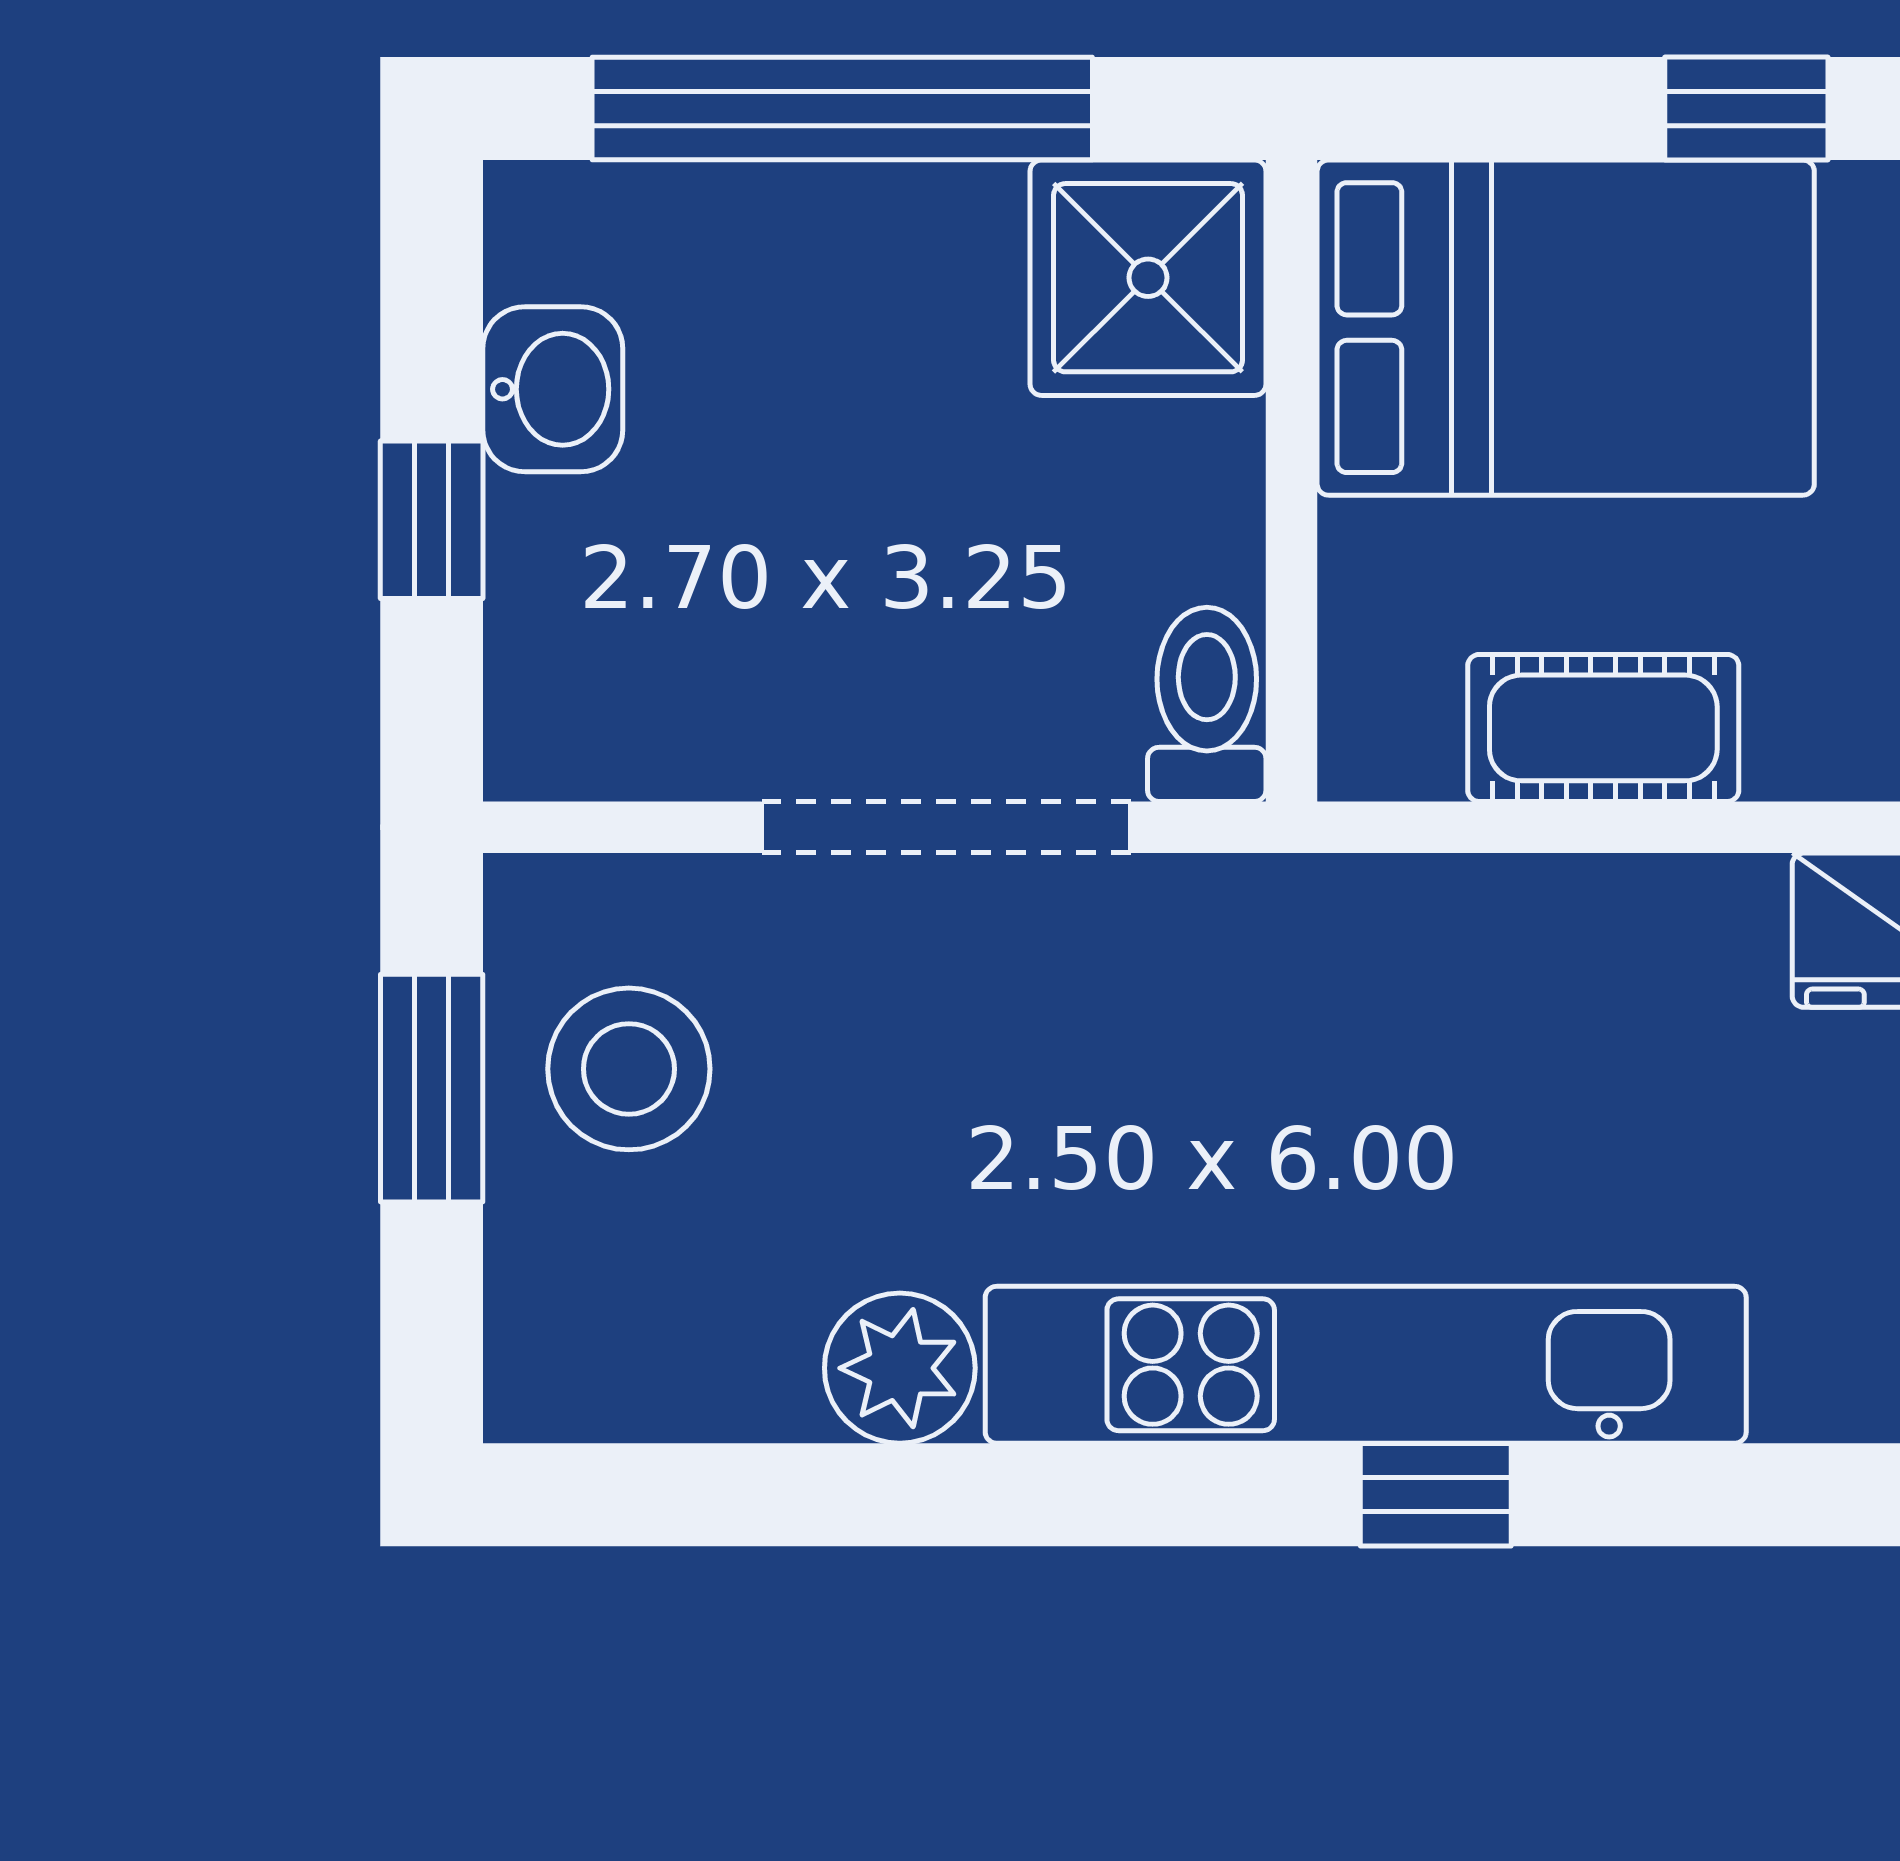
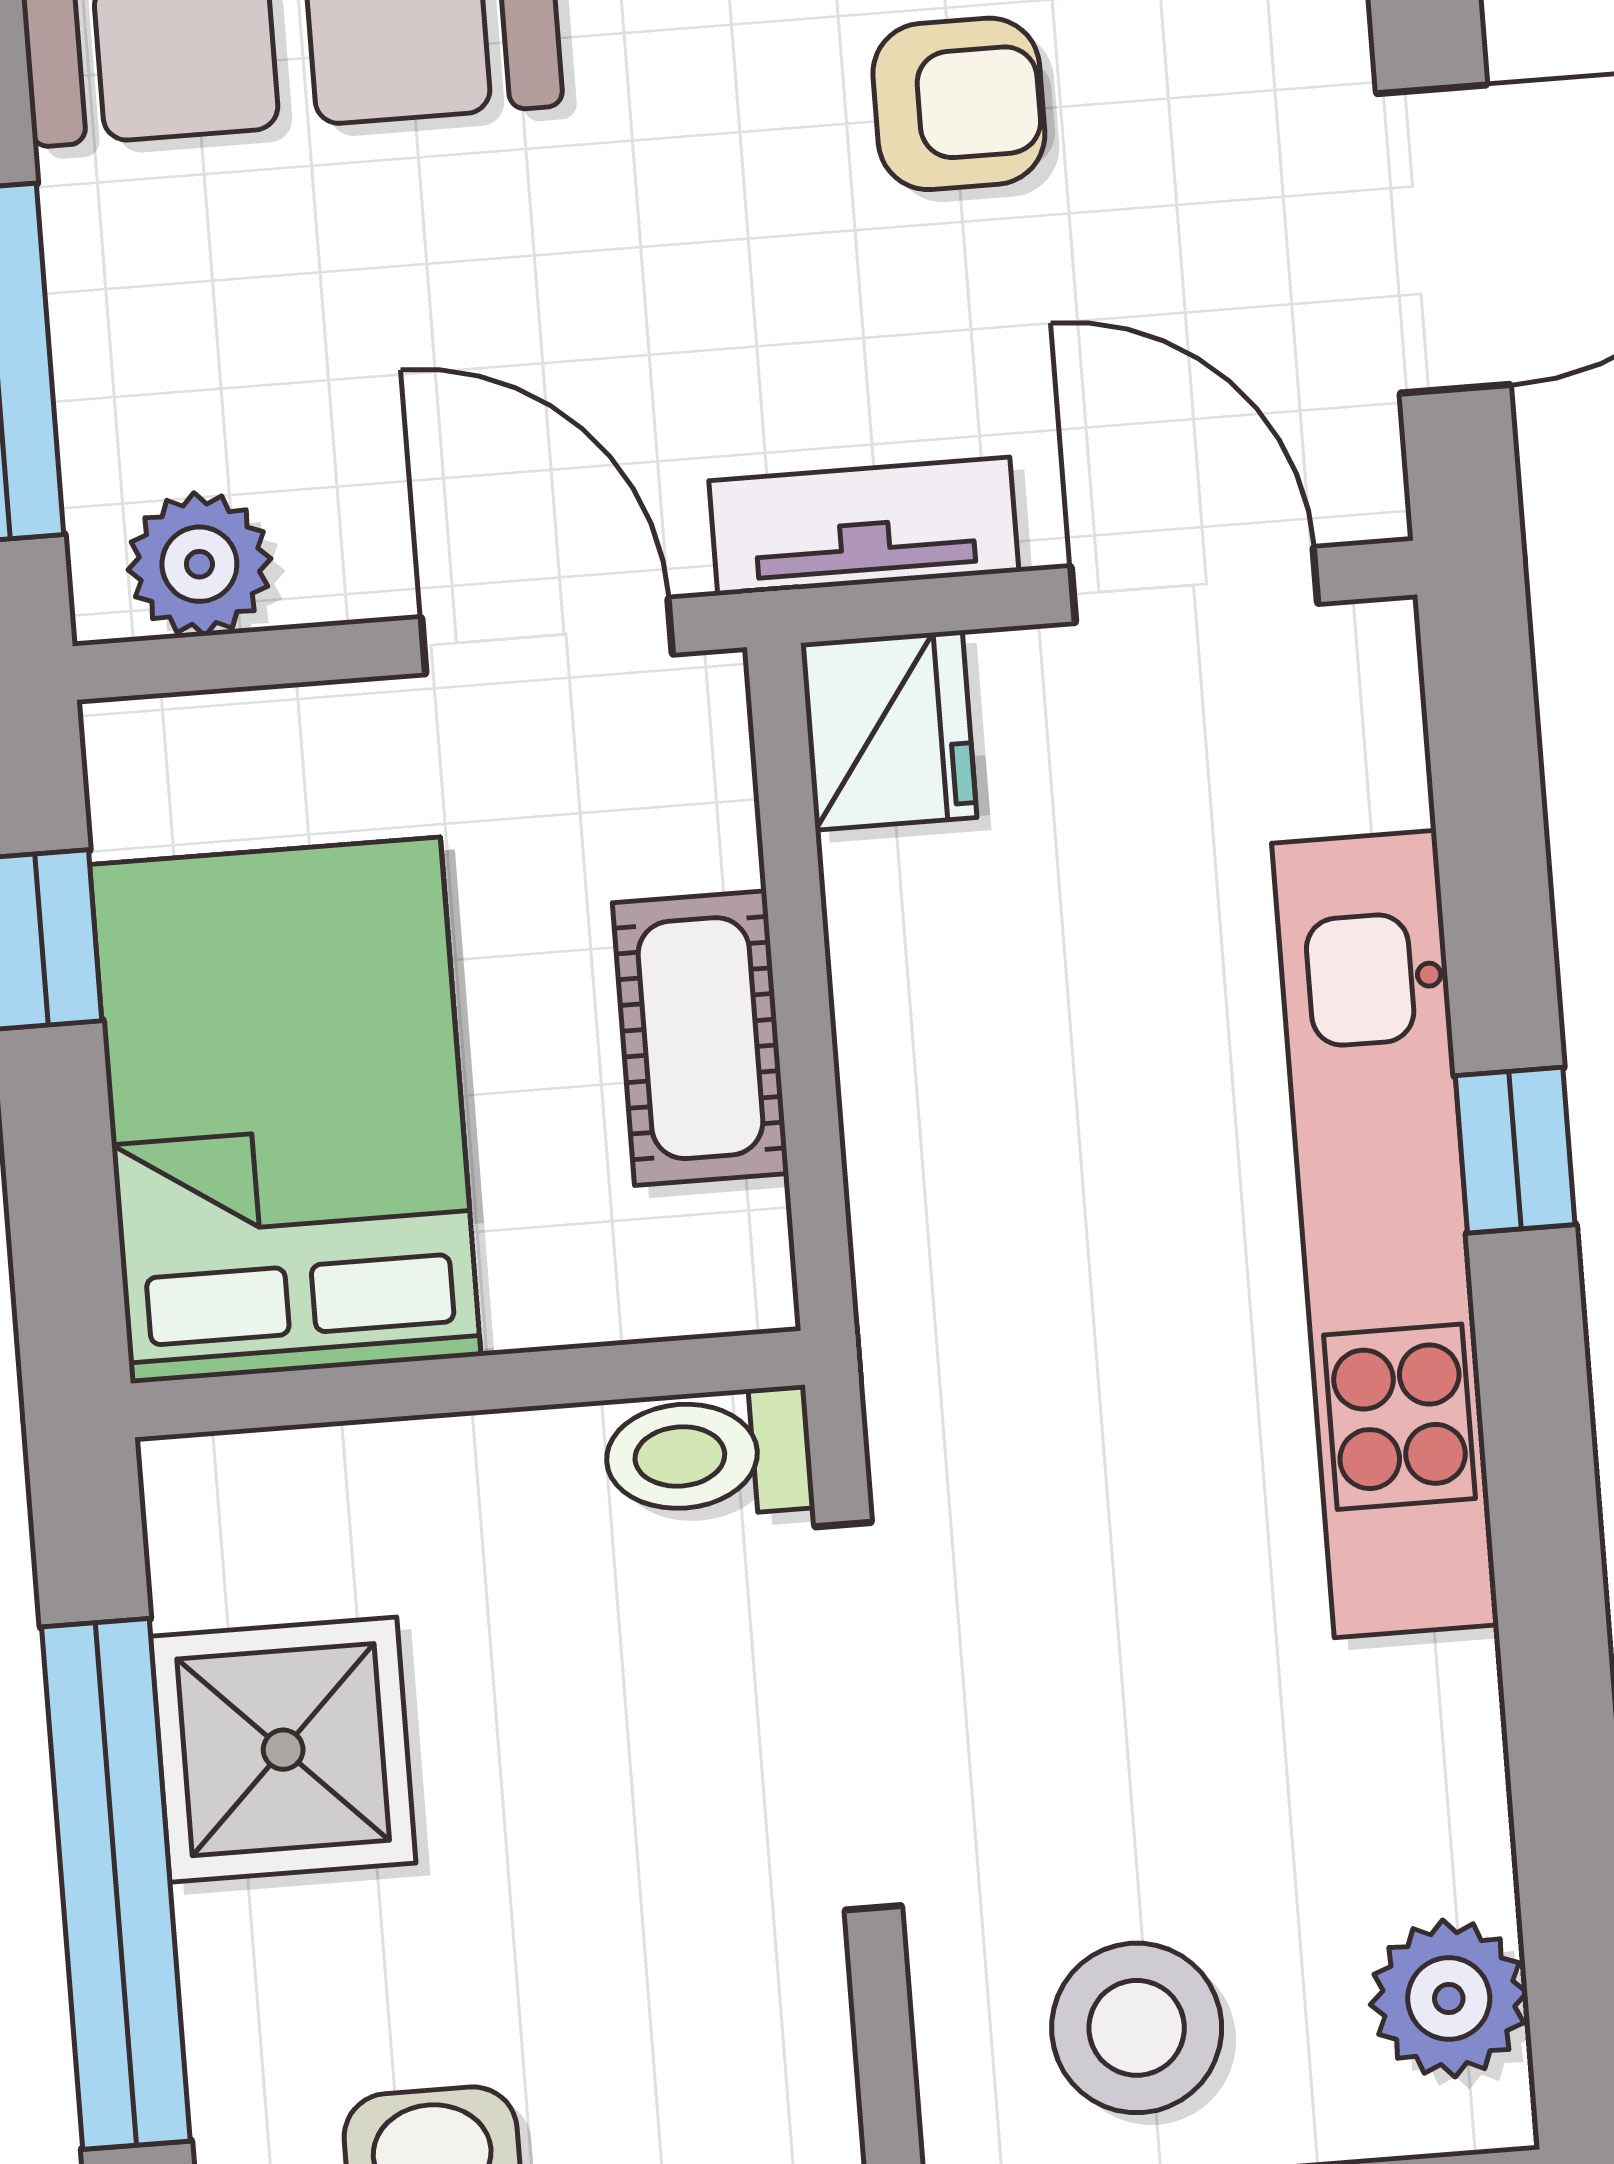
shower: (1148, 278) -> (283, 1750), moved
plant: (900, 1368) -> (1449, 1999), moved

